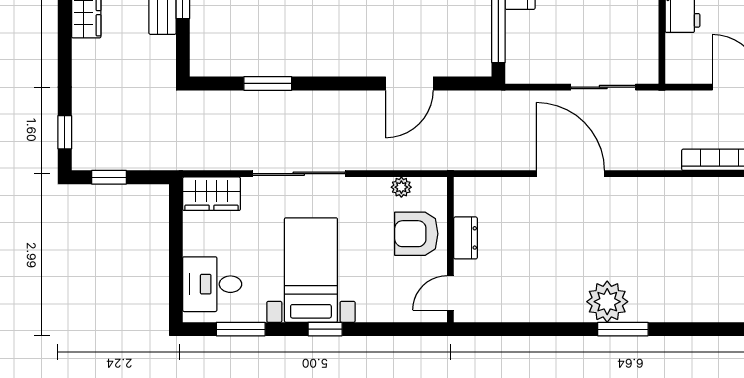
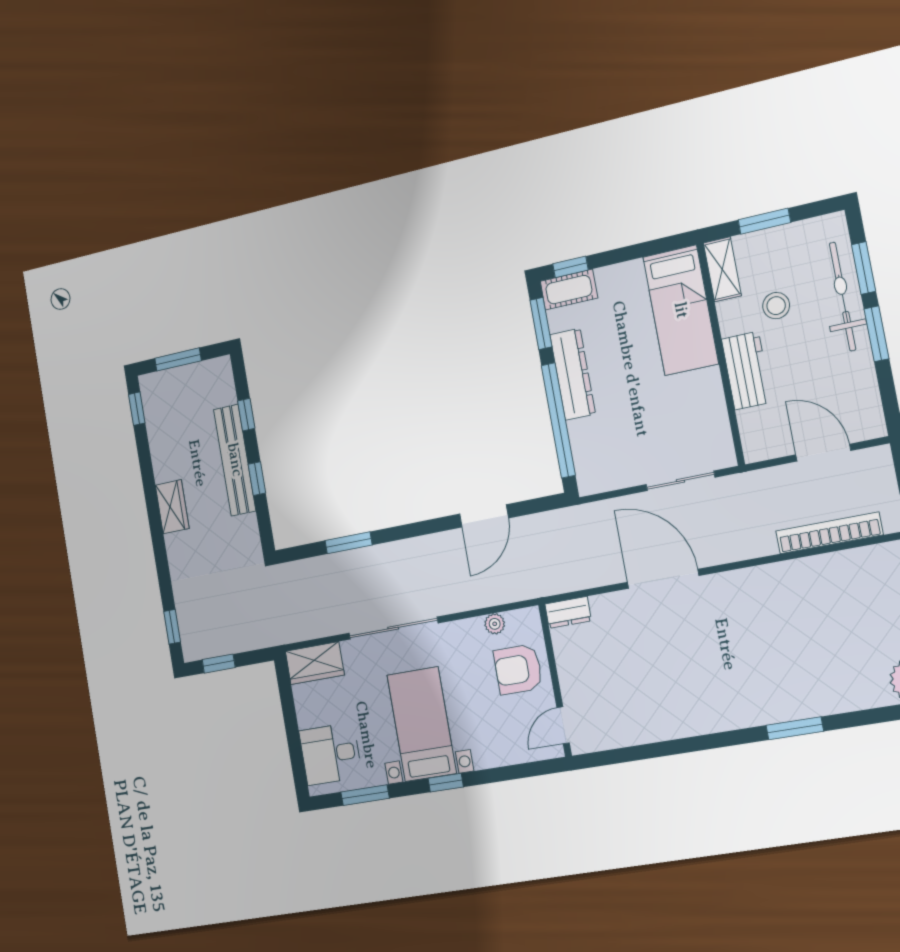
dresser: (465, 238) -> (568, 612), moved, turned 90
plant: (607, 302) -> (727, 709), removed
window: (623, 329) -> (795, 728), moved

